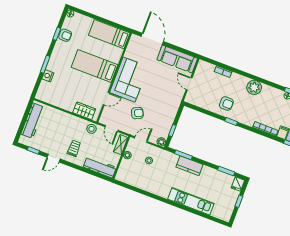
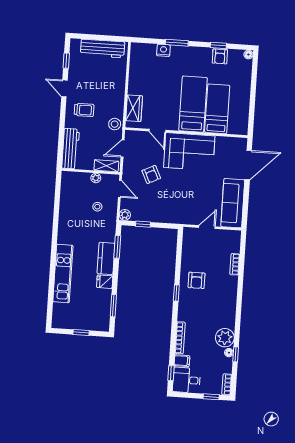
bed: (109, 34) -> (217, 109), moved
plant: (254, 87) -> (225, 338), moved
fridge: (238, 184) -> (105, 282), moved

